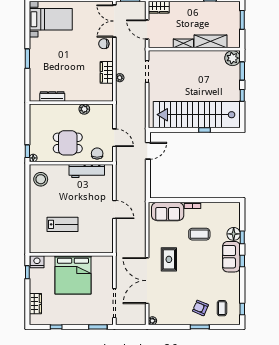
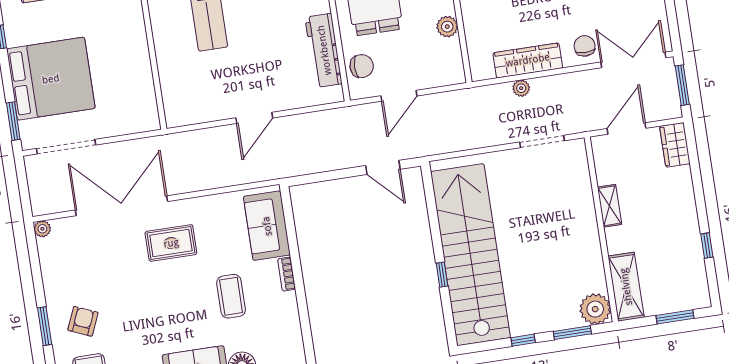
shelving: (211, 41) -> (626, 287), moved
wardrobe: (107, 72) -> (528, 60), width x1.50
bed: (73, 275) -> (51, 79), moved, turned 180

